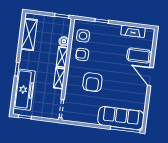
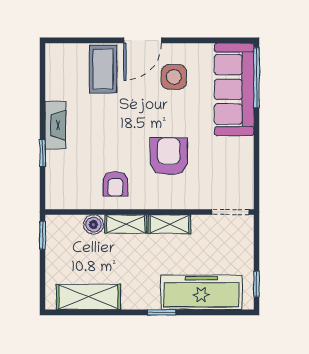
fireplace: (133, 31) -> (55, 125), moved
side table: (83, 36) -> (174, 77), moved
armchair: (92, 82) -> (169, 156), turned -90

